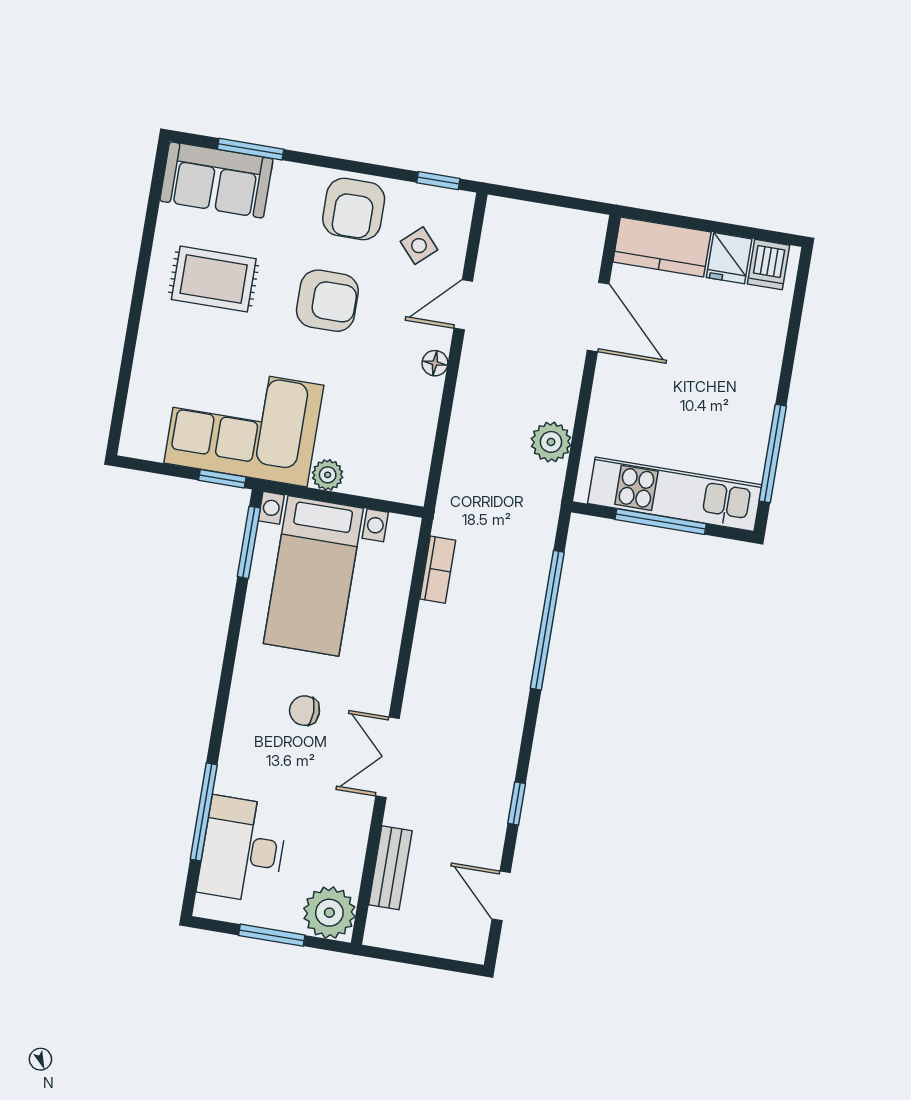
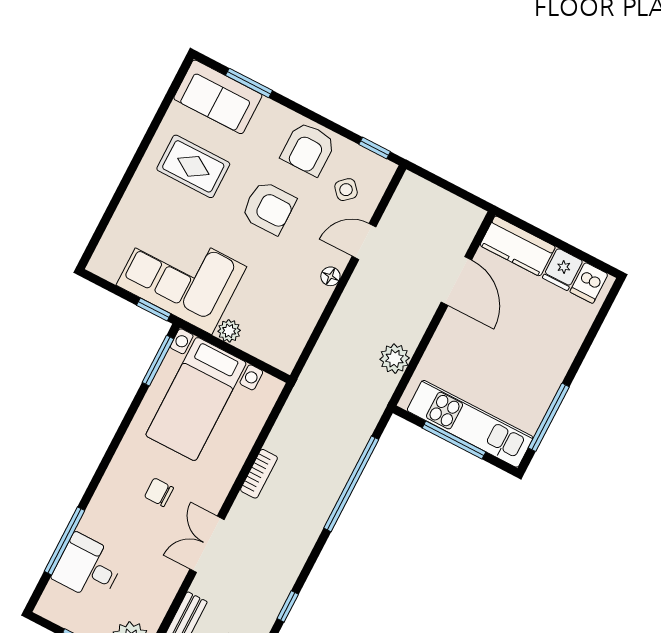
bookcase: (438, 570) -> (259, 474), moved
desk: (243, 850) -> (88, 568), width x0.73

